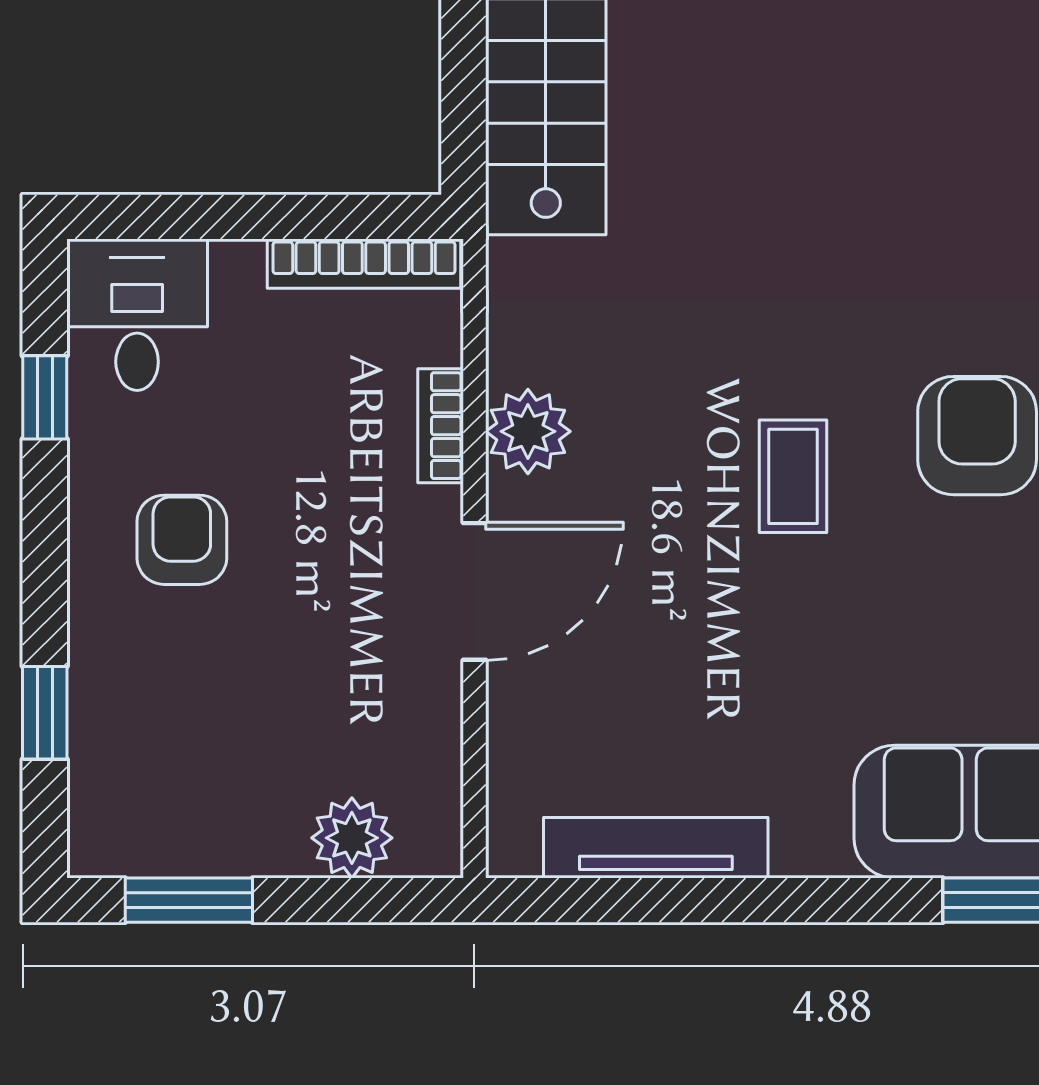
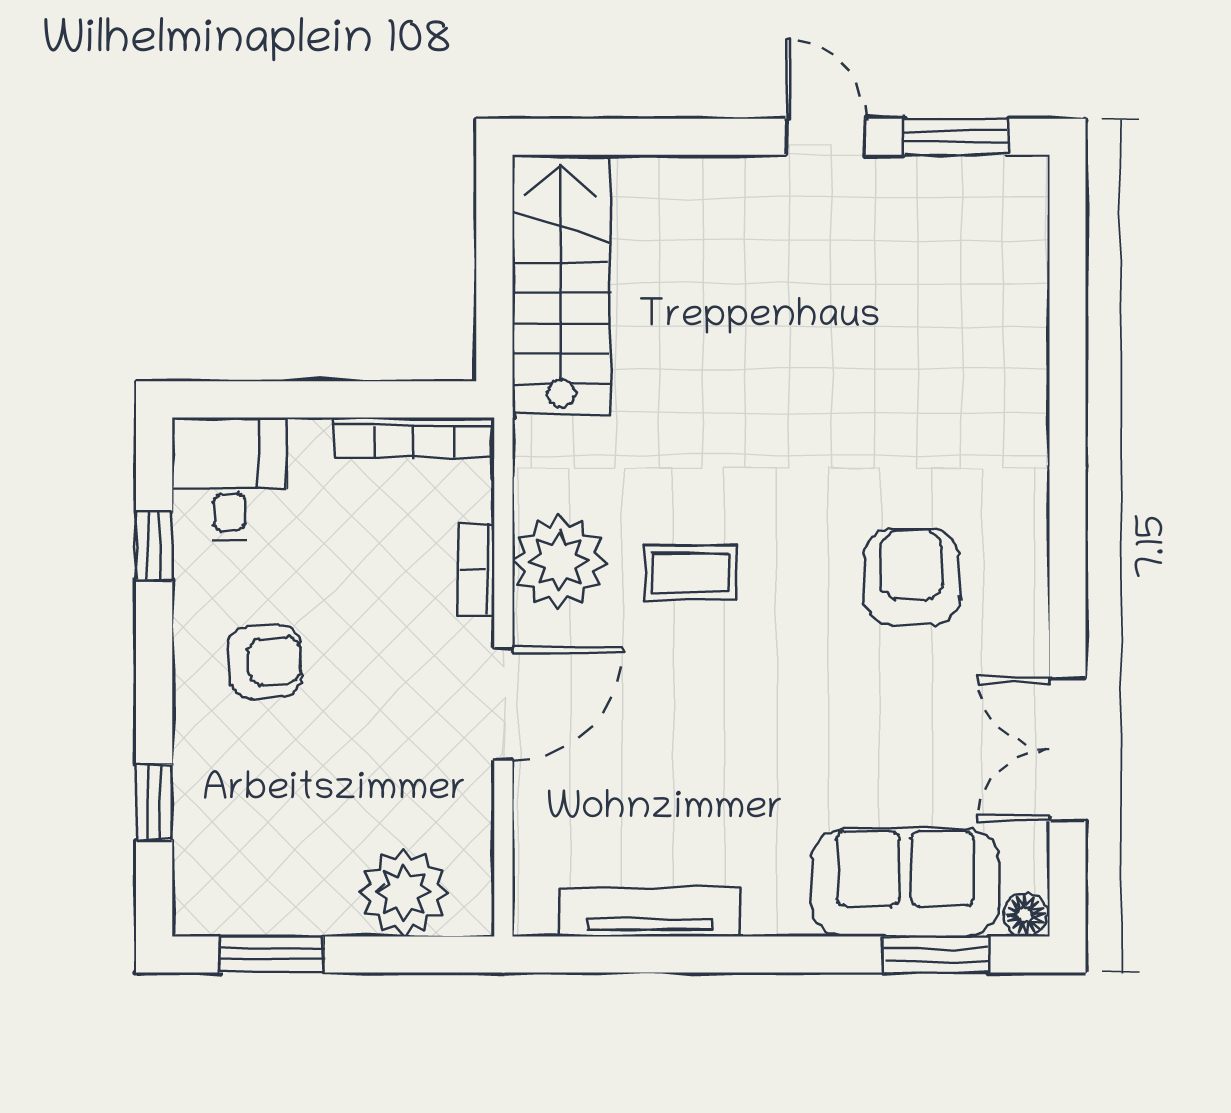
plant: (528, 431) -> (559, 561), width x1.36, depth x1.36
coffee table: (793, 476) -> (690, 573), moved, turned 90
armchair: (182, 540) -> (266, 662), turned 86
plant: (352, 838) -> (404, 892), width x1.36, depth x1.36

